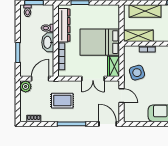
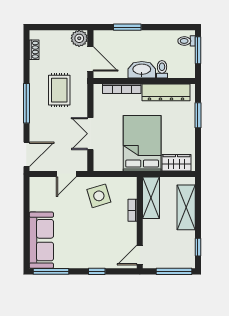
wardrobe: (114, 66) -> (176, 163), moved

